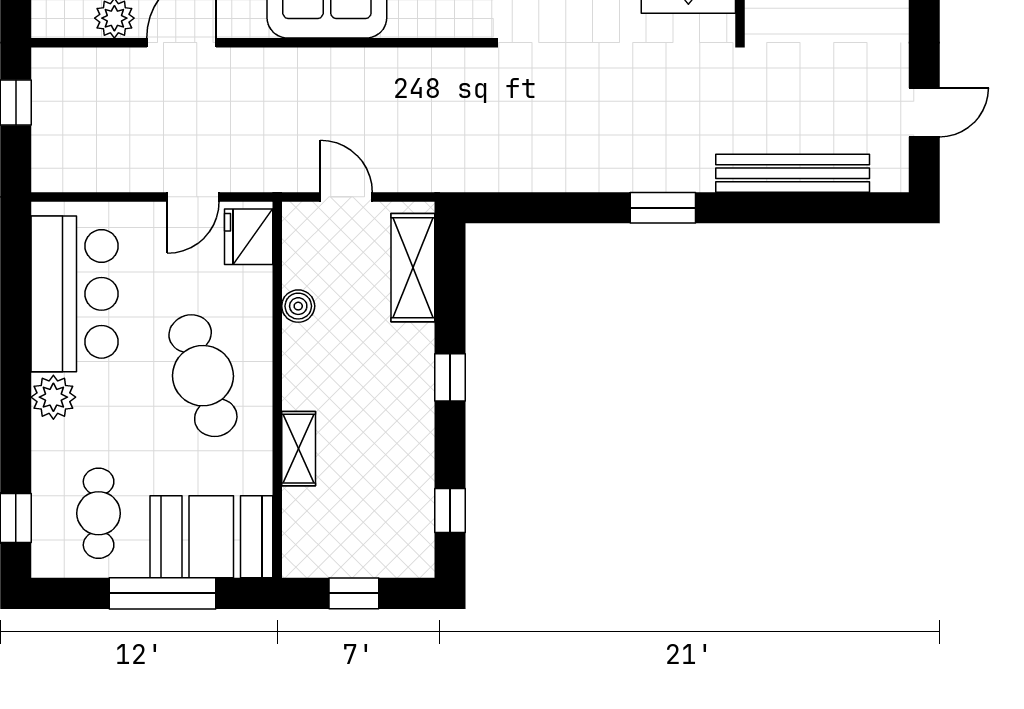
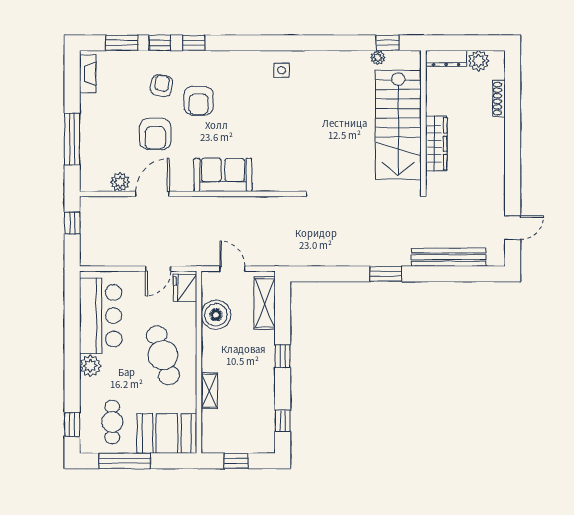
boiler: (298, 306) -> (216, 315), width x1.86, depth x1.86
window: (162, 593) -> (125, 461), moved

